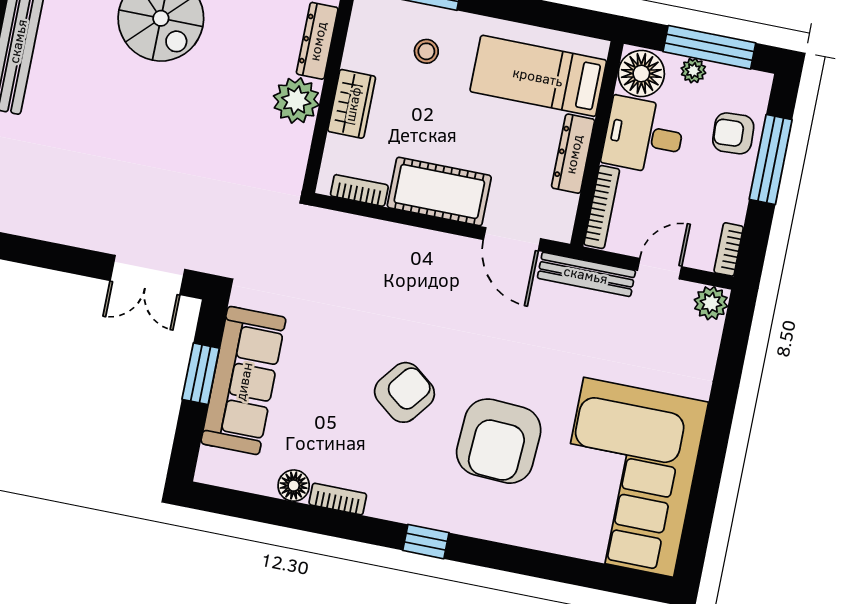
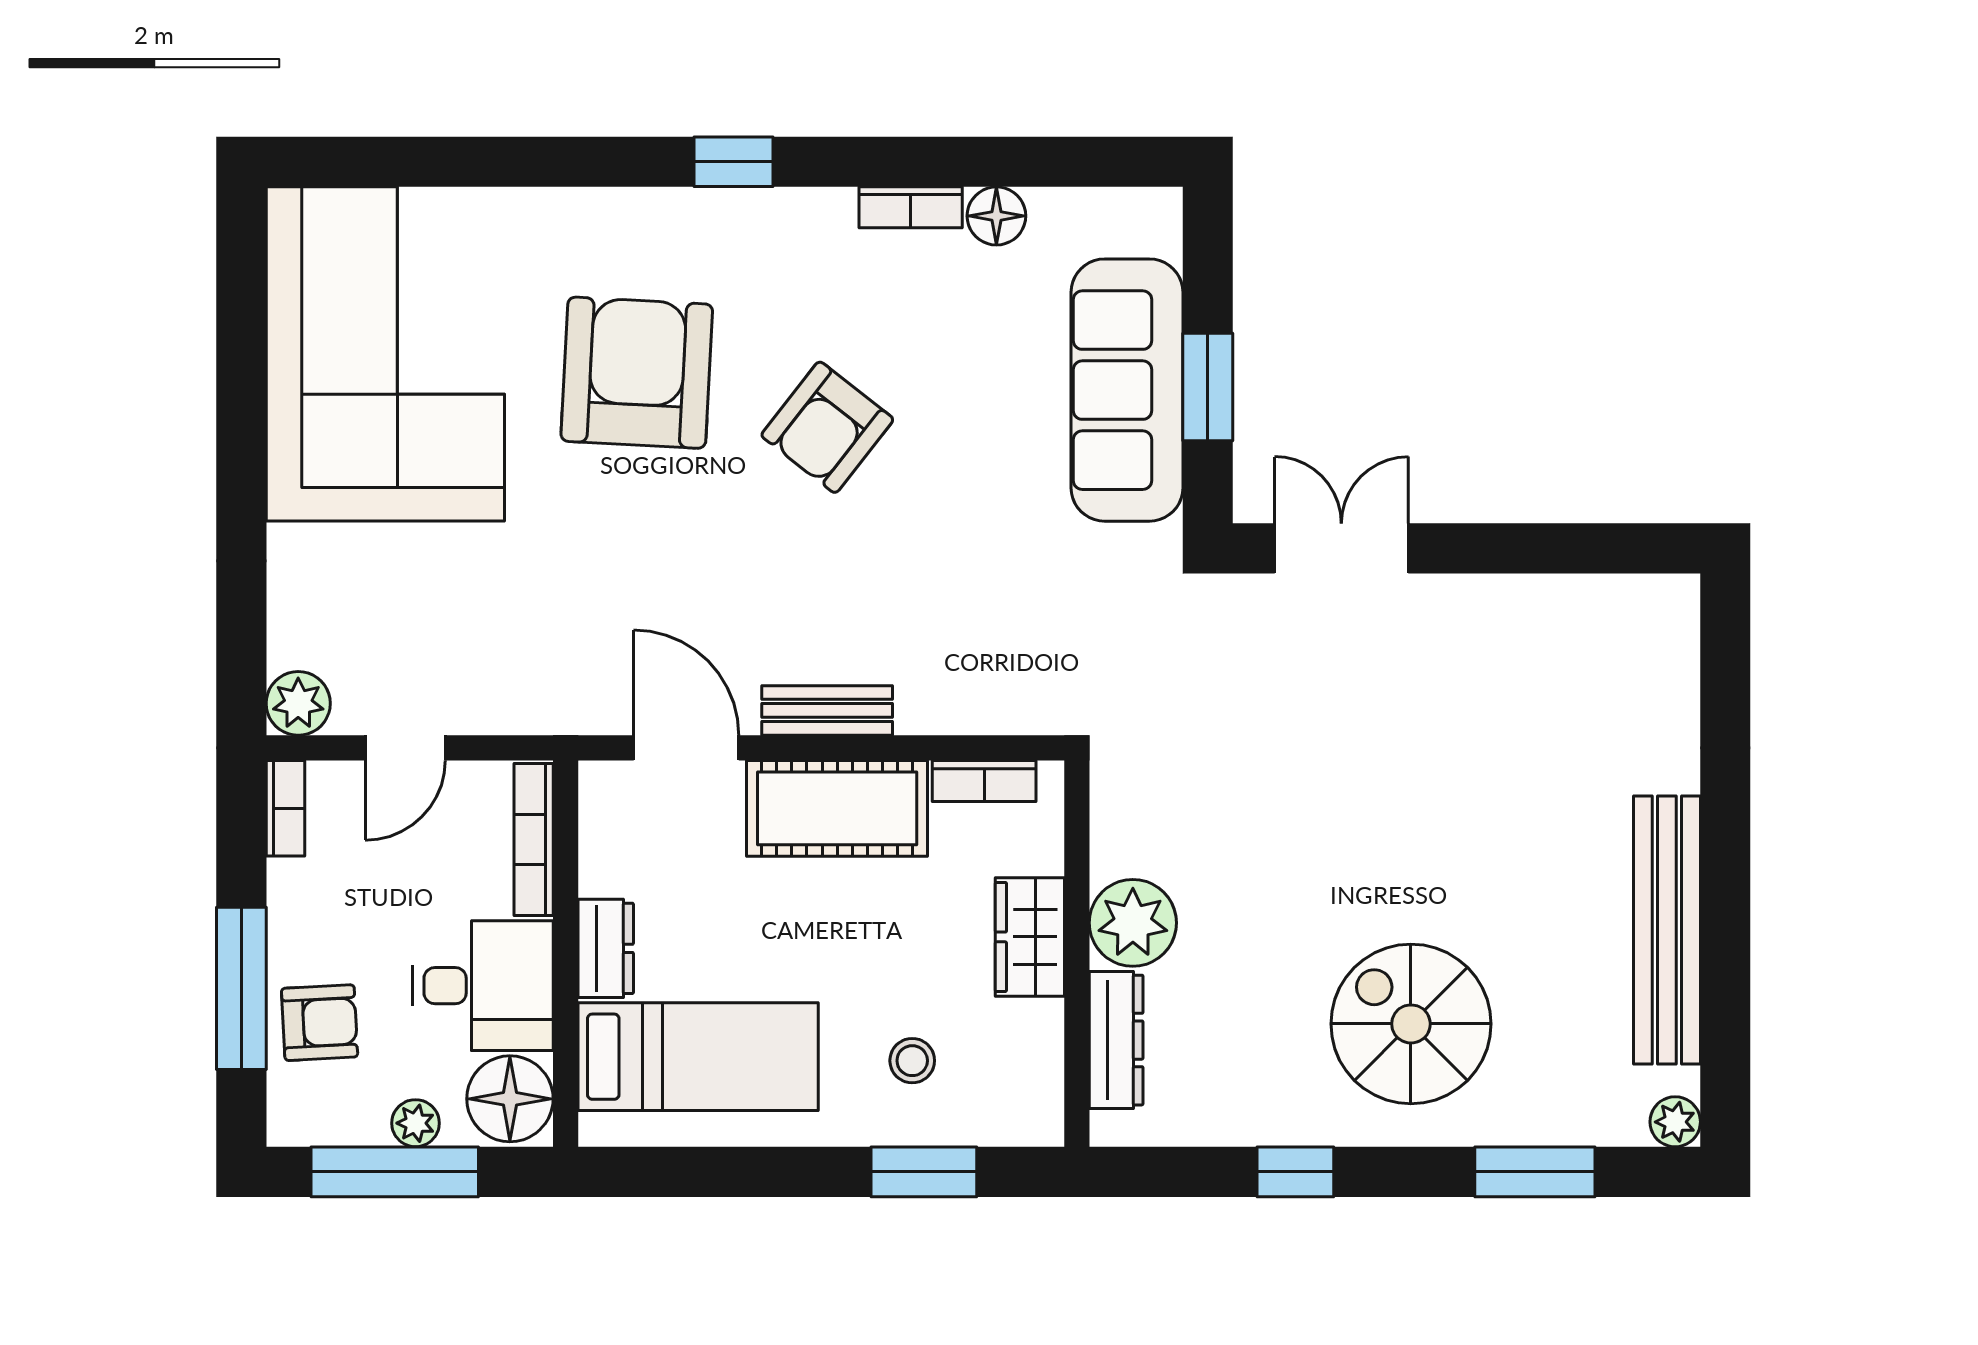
dresser: (573, 154) -> (606, 948), width x0.70
bench: (586, 274) -> (827, 710), moved, width x0.73

